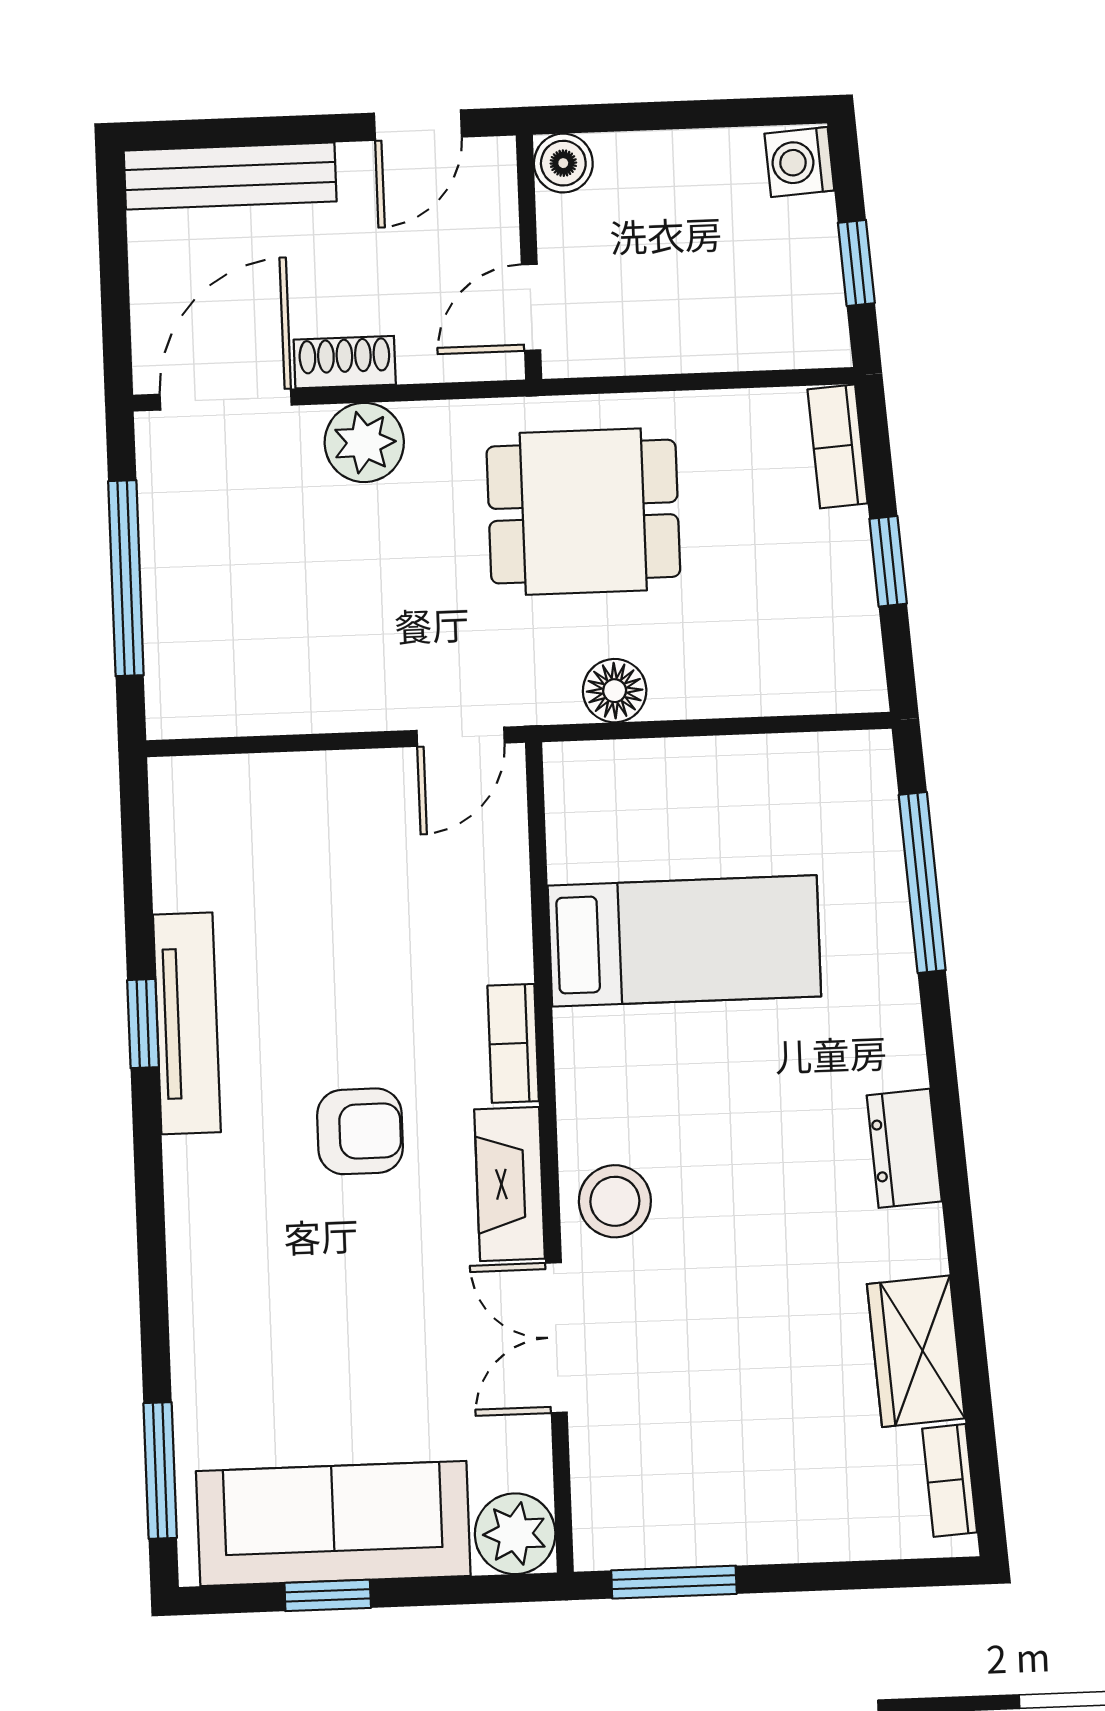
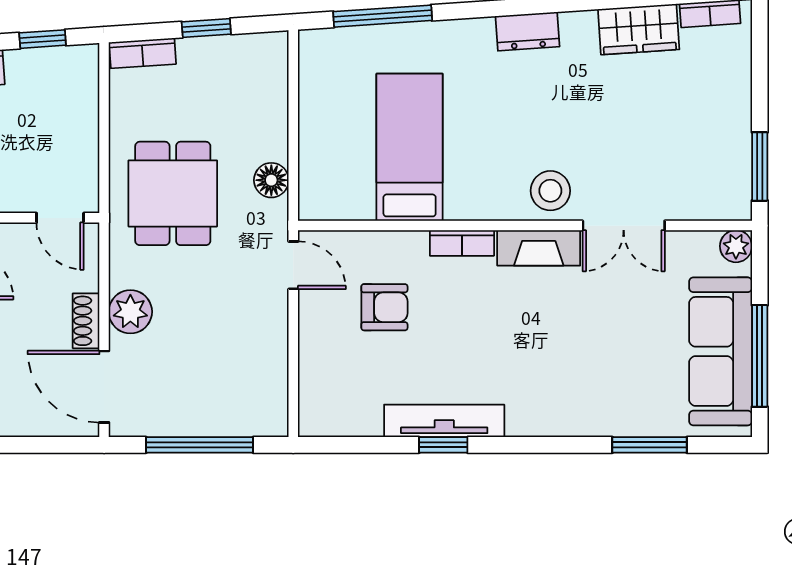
armchair: (360, 1131) -> (384, 307), moved, turned 90
window: (160, 1471) -> (650, 445), moved
plant: (515, 1534) -> (736, 246), width x0.73, depth x0.73
window: (328, 1595) -> (760, 356), width x2.17

